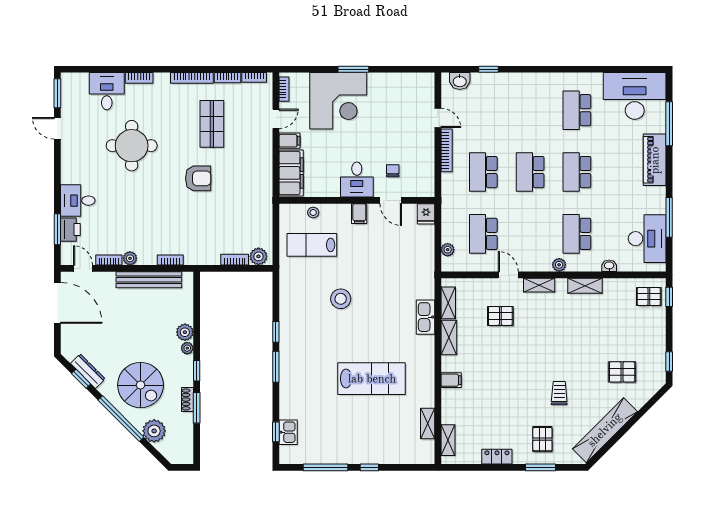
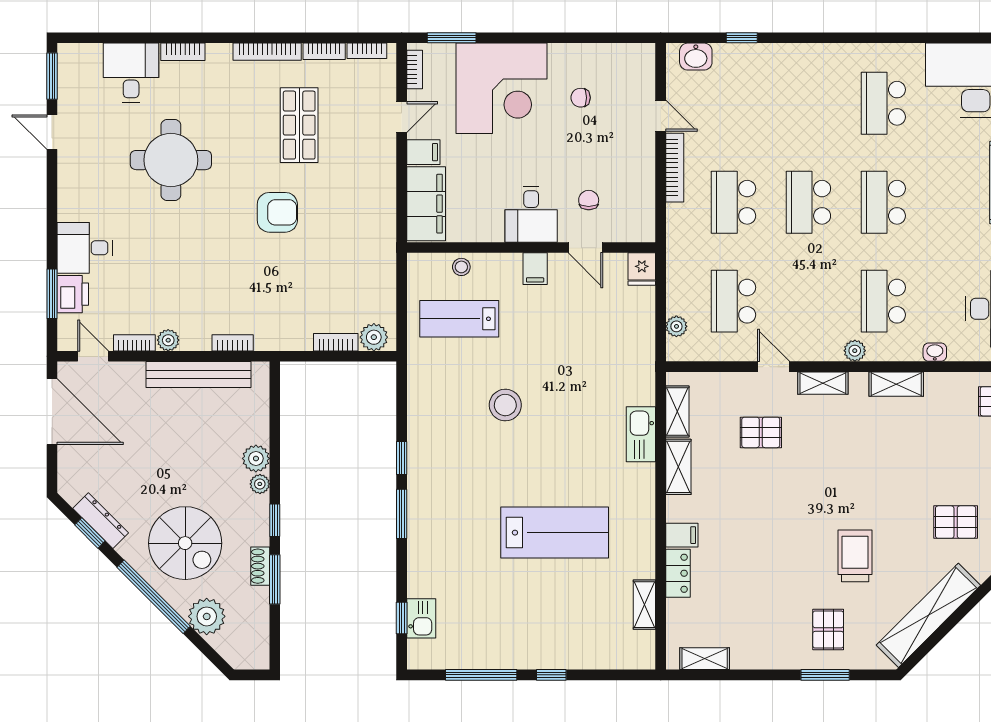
window: (353, 69) -> (452, 38), moved
chair: (388, 107) -> (581, 98), added
trolley: (559, 393) -> (855, 556), width x1.36, depth x1.39
shelving: (448, 440) -> (705, 659), moved, turned 90
locker: (497, 457) -> (678, 573), moved, turned 90

